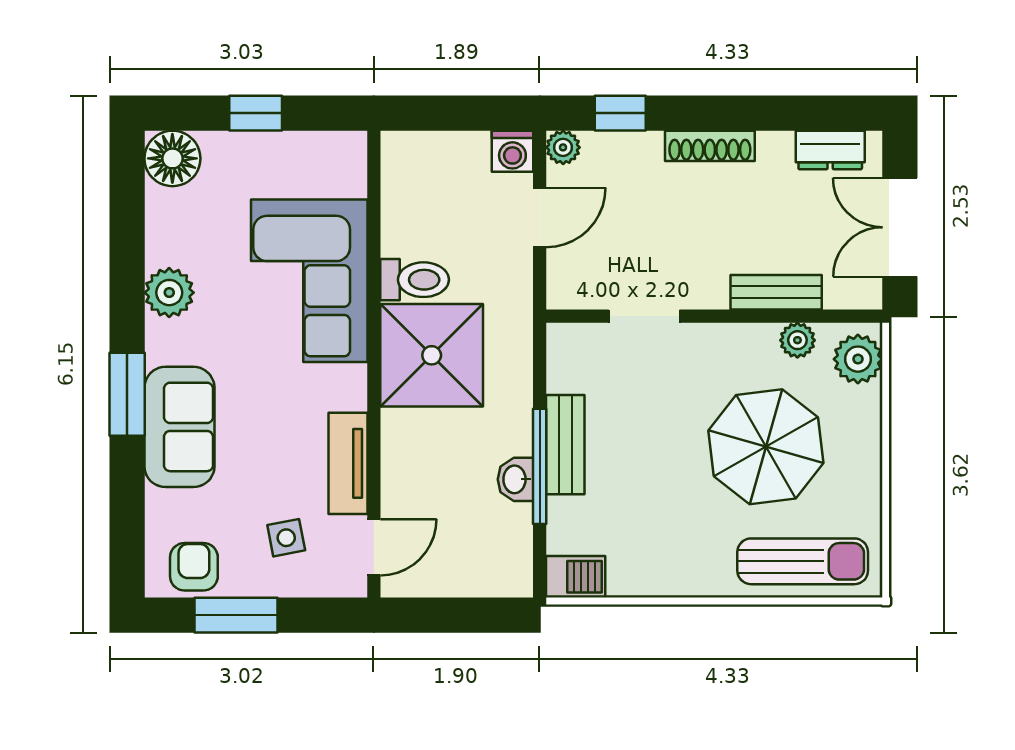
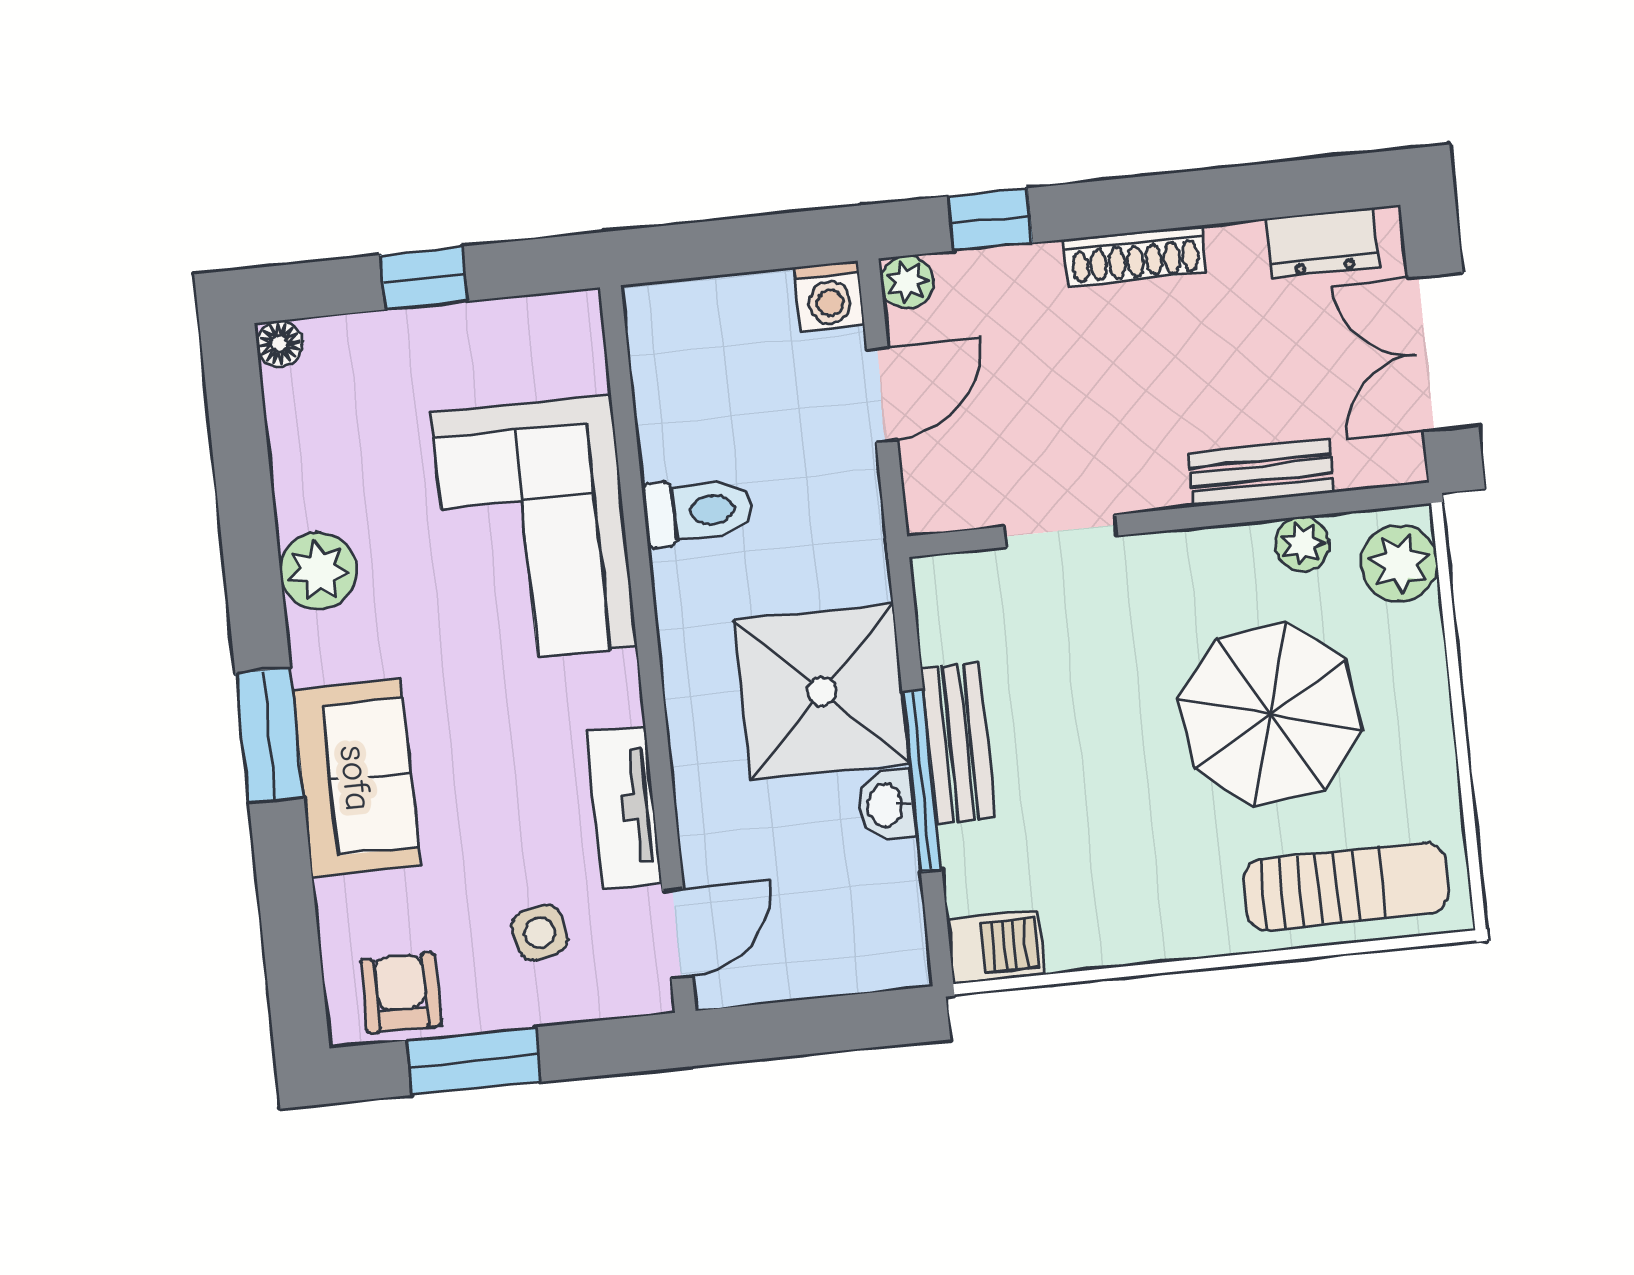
floor lamp: (172, 158) -> (280, 344), width x0.53, depth x0.53
shower: (432, 355) -> (822, 692), moved

